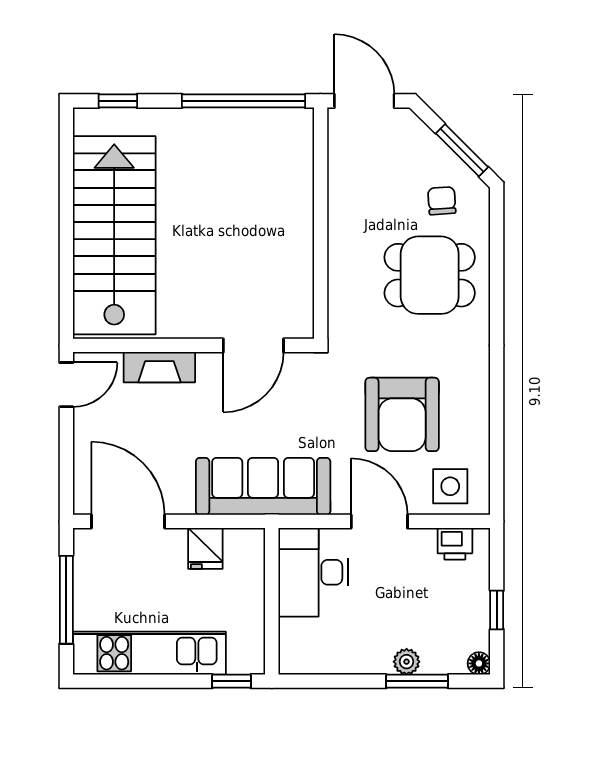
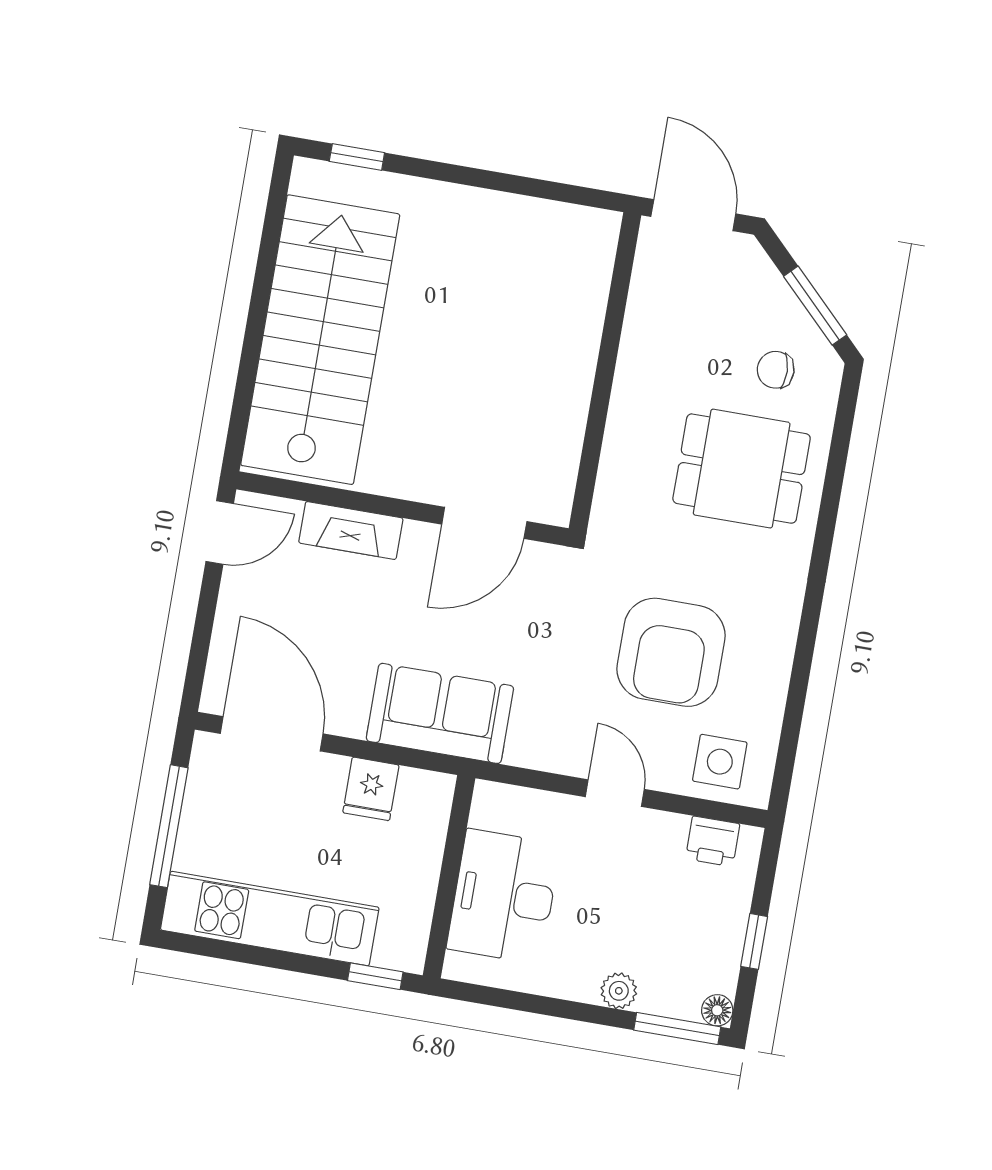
window: (244, 101) -> (529, 187), removed
chair: (442, 201) -> (776, 370), turned -88
sofa: (263, 486) -> (440, 713), width x0.73
door: (379, 521) -> (615, 793), width x0.73
desk: (313, 572) -> (504, 897), moved
window: (417, 681) -> (677, 1028), moved

